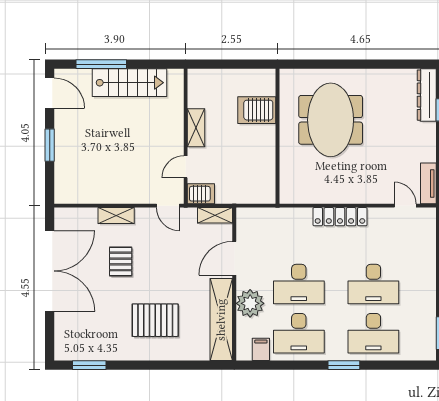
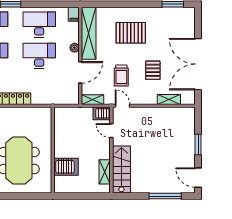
stairs: (129, 83) -> (121, 169), moved, turned 90
shelving: (196, 128) -> (105, 172), moved
door: (186, 167) -> (111, 131), swing flipped
shelving: (116, 216) -> (169, 100), moved
trolley: (170, 253) -> (121, 75), added
plant: (250, 303) -> (74, 48), width x0.53, depth x0.53
filing cabinet: (261, 349) -> (74, 14), moved

